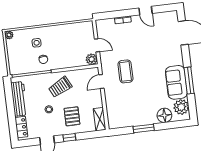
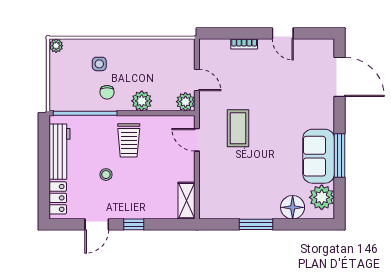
plant: (65, 62) -> (142, 101), added
door: (101, 81) -> (197, 140), hinge flipped
trolley: (60, 87) -> (129, 140), turned -63
pallet: (72, 116) -> (142, 190), removed

